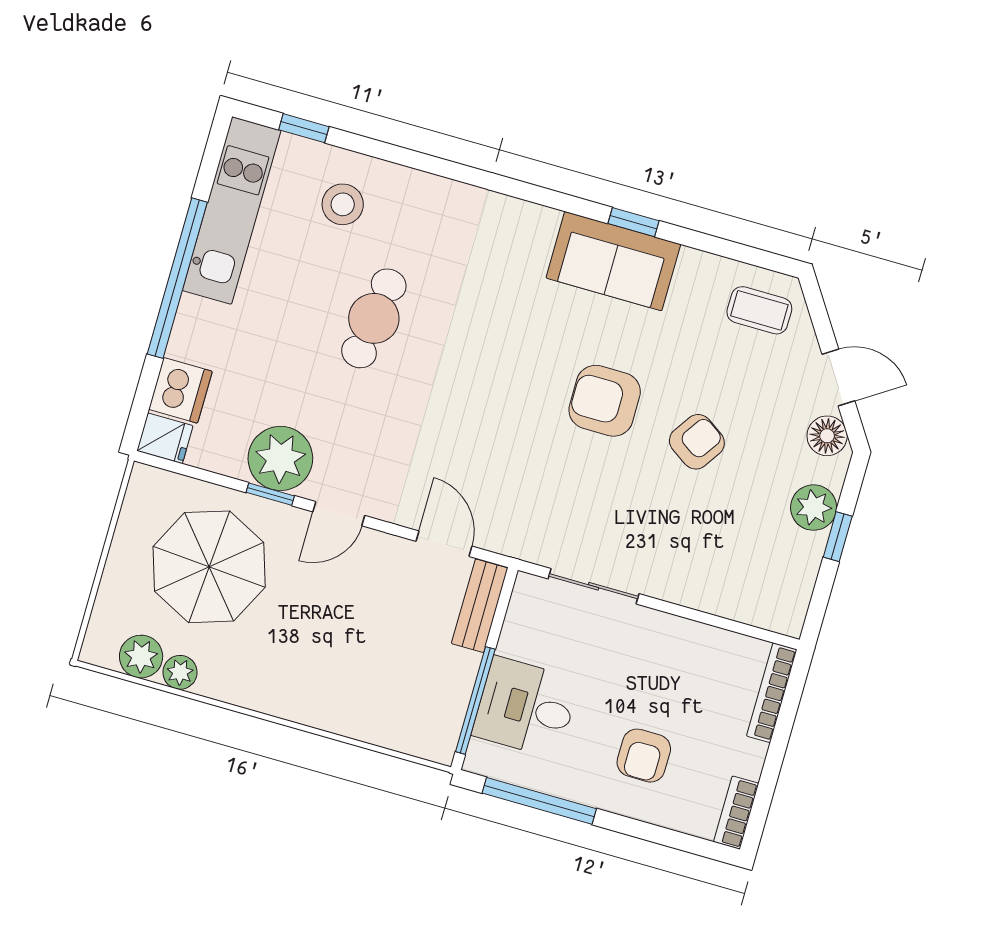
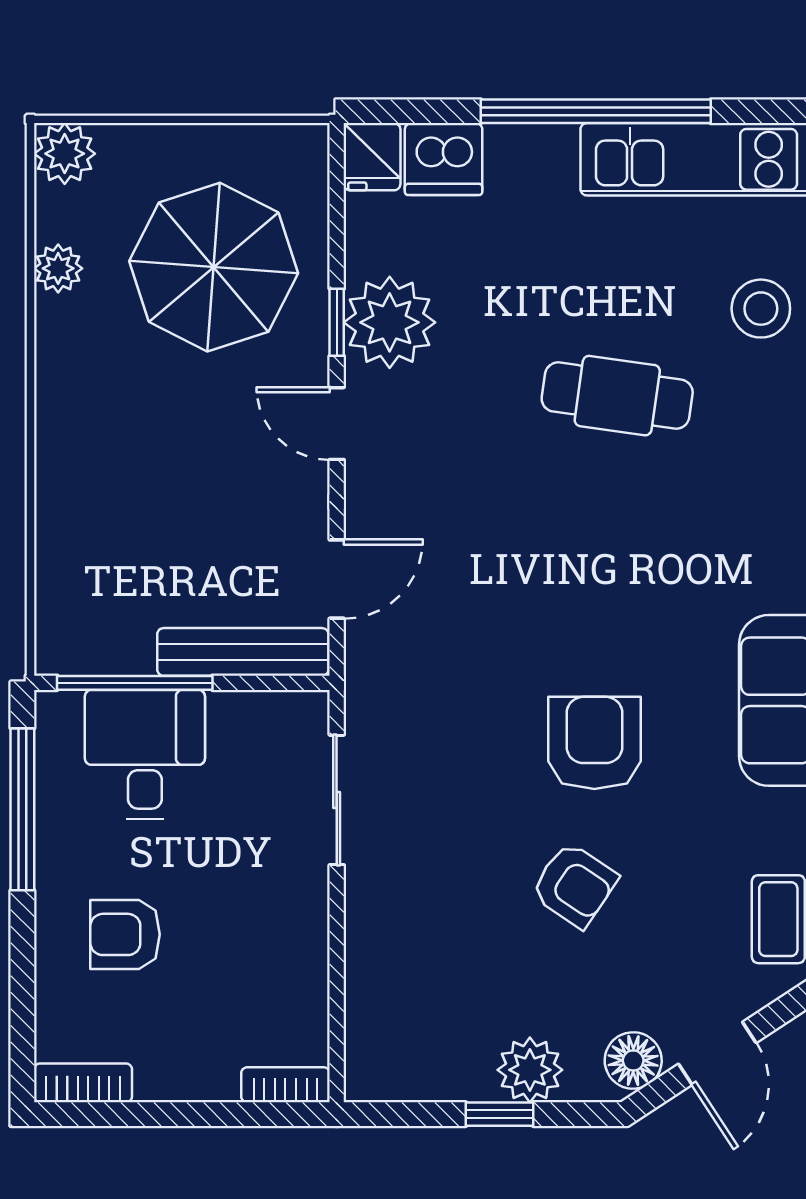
bench: (480, 606) -> (243, 652), width x1.36
plant: (141, 657) -> (65, 154), moved
bookcase: (772, 693) -> (285, 1085), width x0.64

